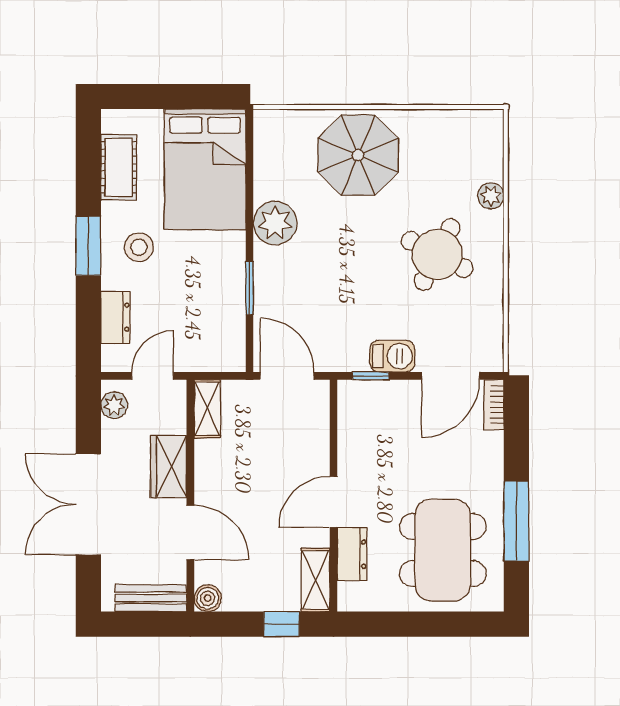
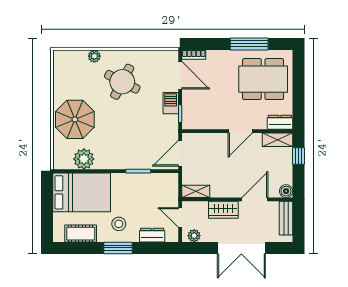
plant: (275, 223) -> (84, 159), moved
door: (333, 502) -> (240, 131), hinge flipped
dresser: (352, 554) -> (280, 122), moved

